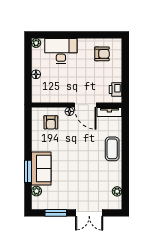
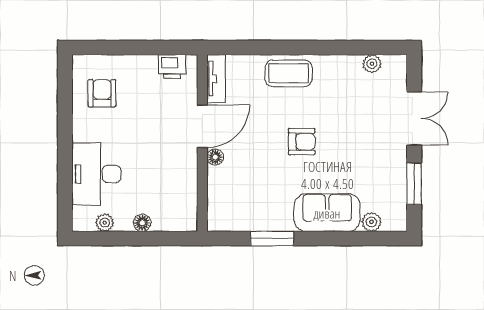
plant: (36, 43) -> (105, 223), moved
armchair: (51, 122) -> (302, 142), moved
window: (28, 171) -> (272, 239), moved

